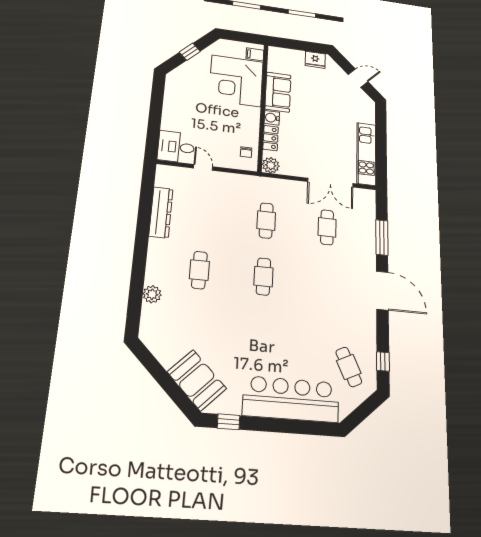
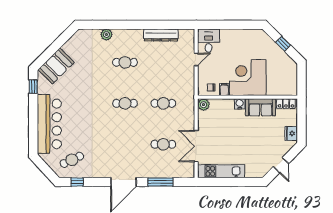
filing cabinet: (255, 54) -> (224, 90), moved
corner desk: (236, 81) -> (248, 78), moved
locker: (271, 138) -> (286, 104), moved

